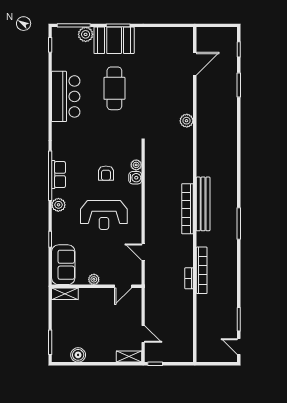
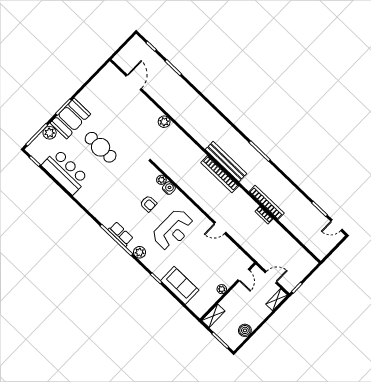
bar counter: (66, 96) -> (65, 172), moved
plant: (94, 279) -> (222, 289), moved
wall: (97, 286) -> (228, 292), moved
door: (123, 286) -> (244, 275), moved
shelving: (65, 294) -> (213, 316), moved

